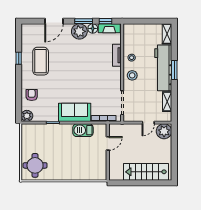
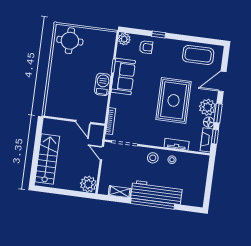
door: (54, 21) -> (222, 81), hinge flipped
shelving: (167, 34) -> (192, 201), removed
window: (19, 58) -> (159, 35), moved
coffee table: (41, 61) -> (198, 55), moved
rug: (77, 63) -> (174, 100), added
window: (174, 70) -> (153, 204), width x2.11
sofa: (75, 112) -> (123, 76), moved
door: (148, 123) -> (102, 153), moved
barbecue: (83, 130) -> (103, 84), moved

